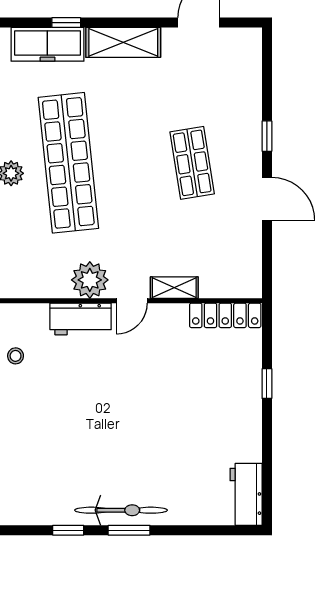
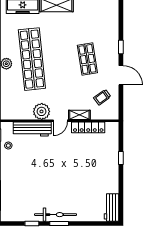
trolley: (225, 248) -> (102, 97), added
locker: (225, 315) -> (88, 127), moved
workbench: (81, 319) -> (32, 129), width x1.37

